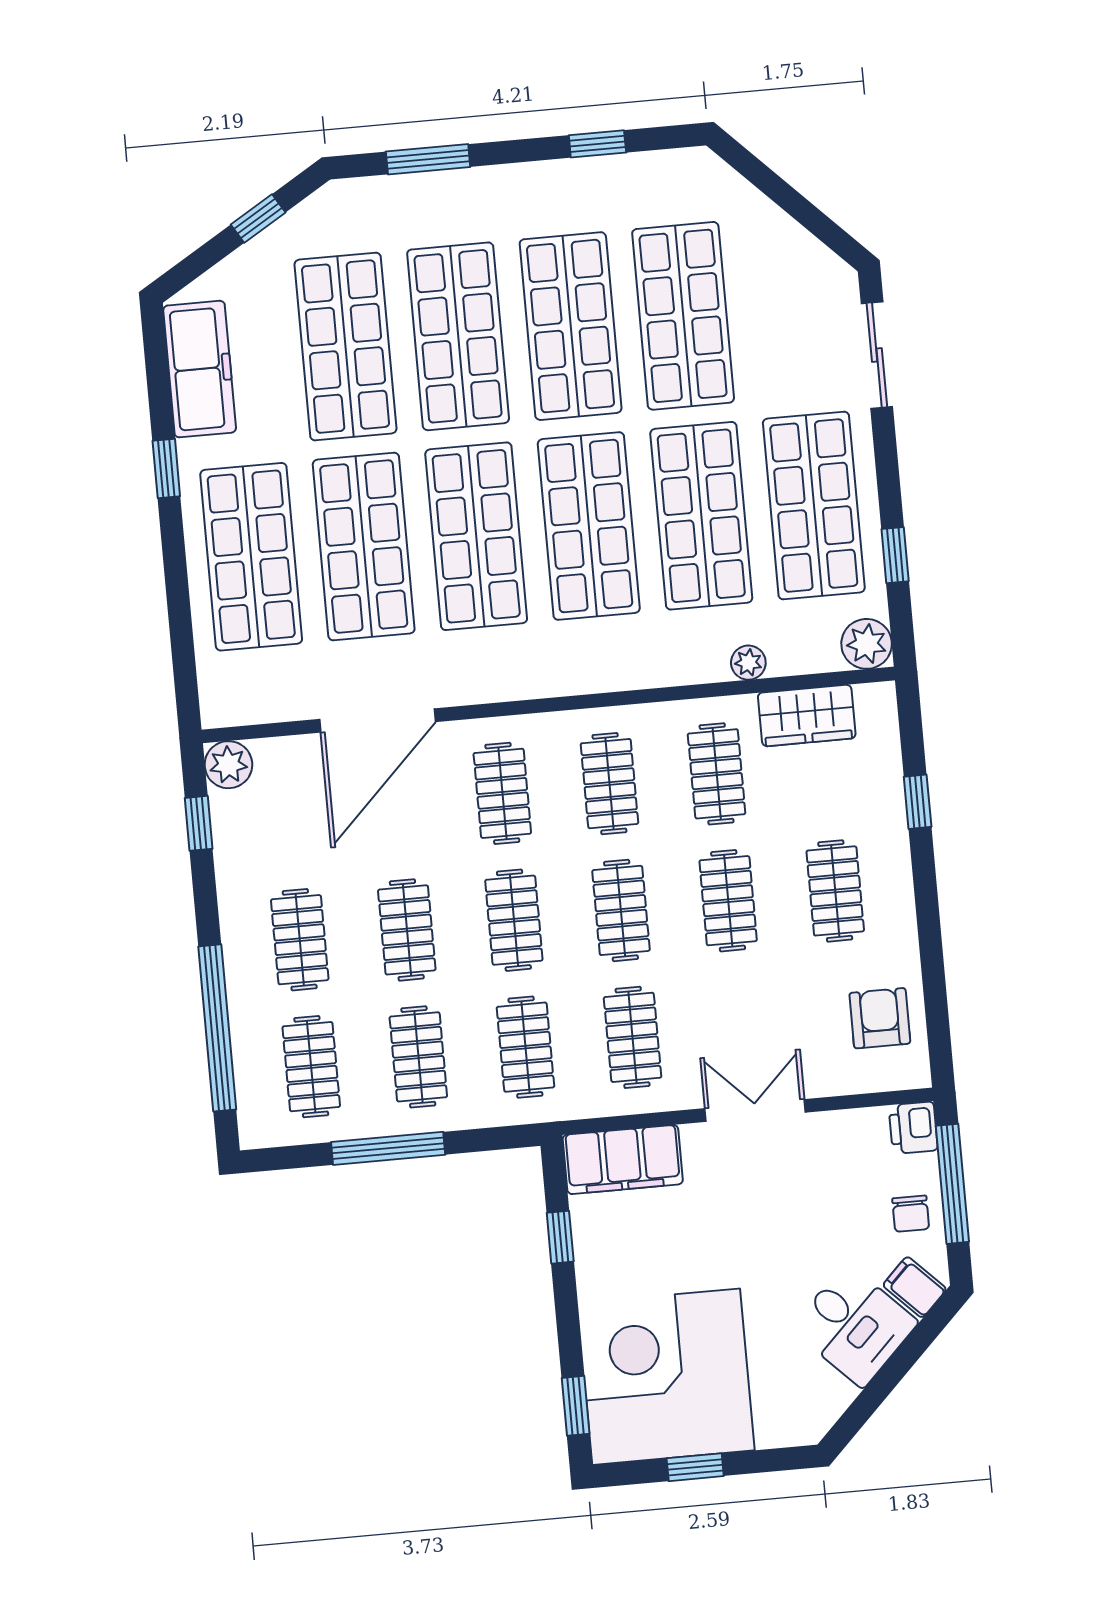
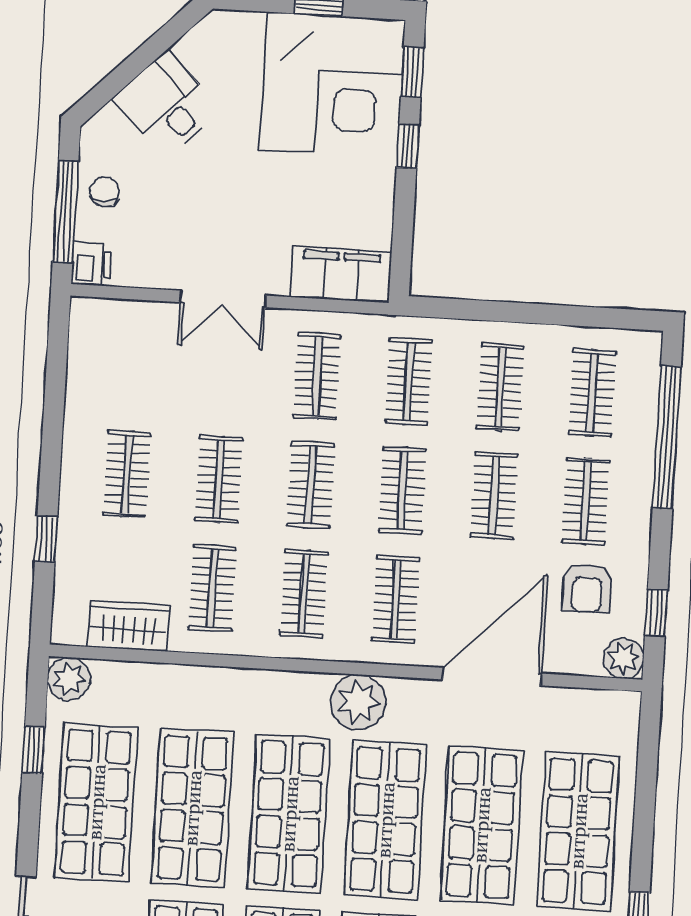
plant: (748, 663) -> (358, 702), moved, width x1.88, depth x1.88
armchair: (880, 1018) -> (587, 588), moved
window: (388, 1148) -> (538, 314), removed
window: (560, 1237) -> (408, 146), moved
filing cabinet: (915, 1287) -> (111, 129), removed

